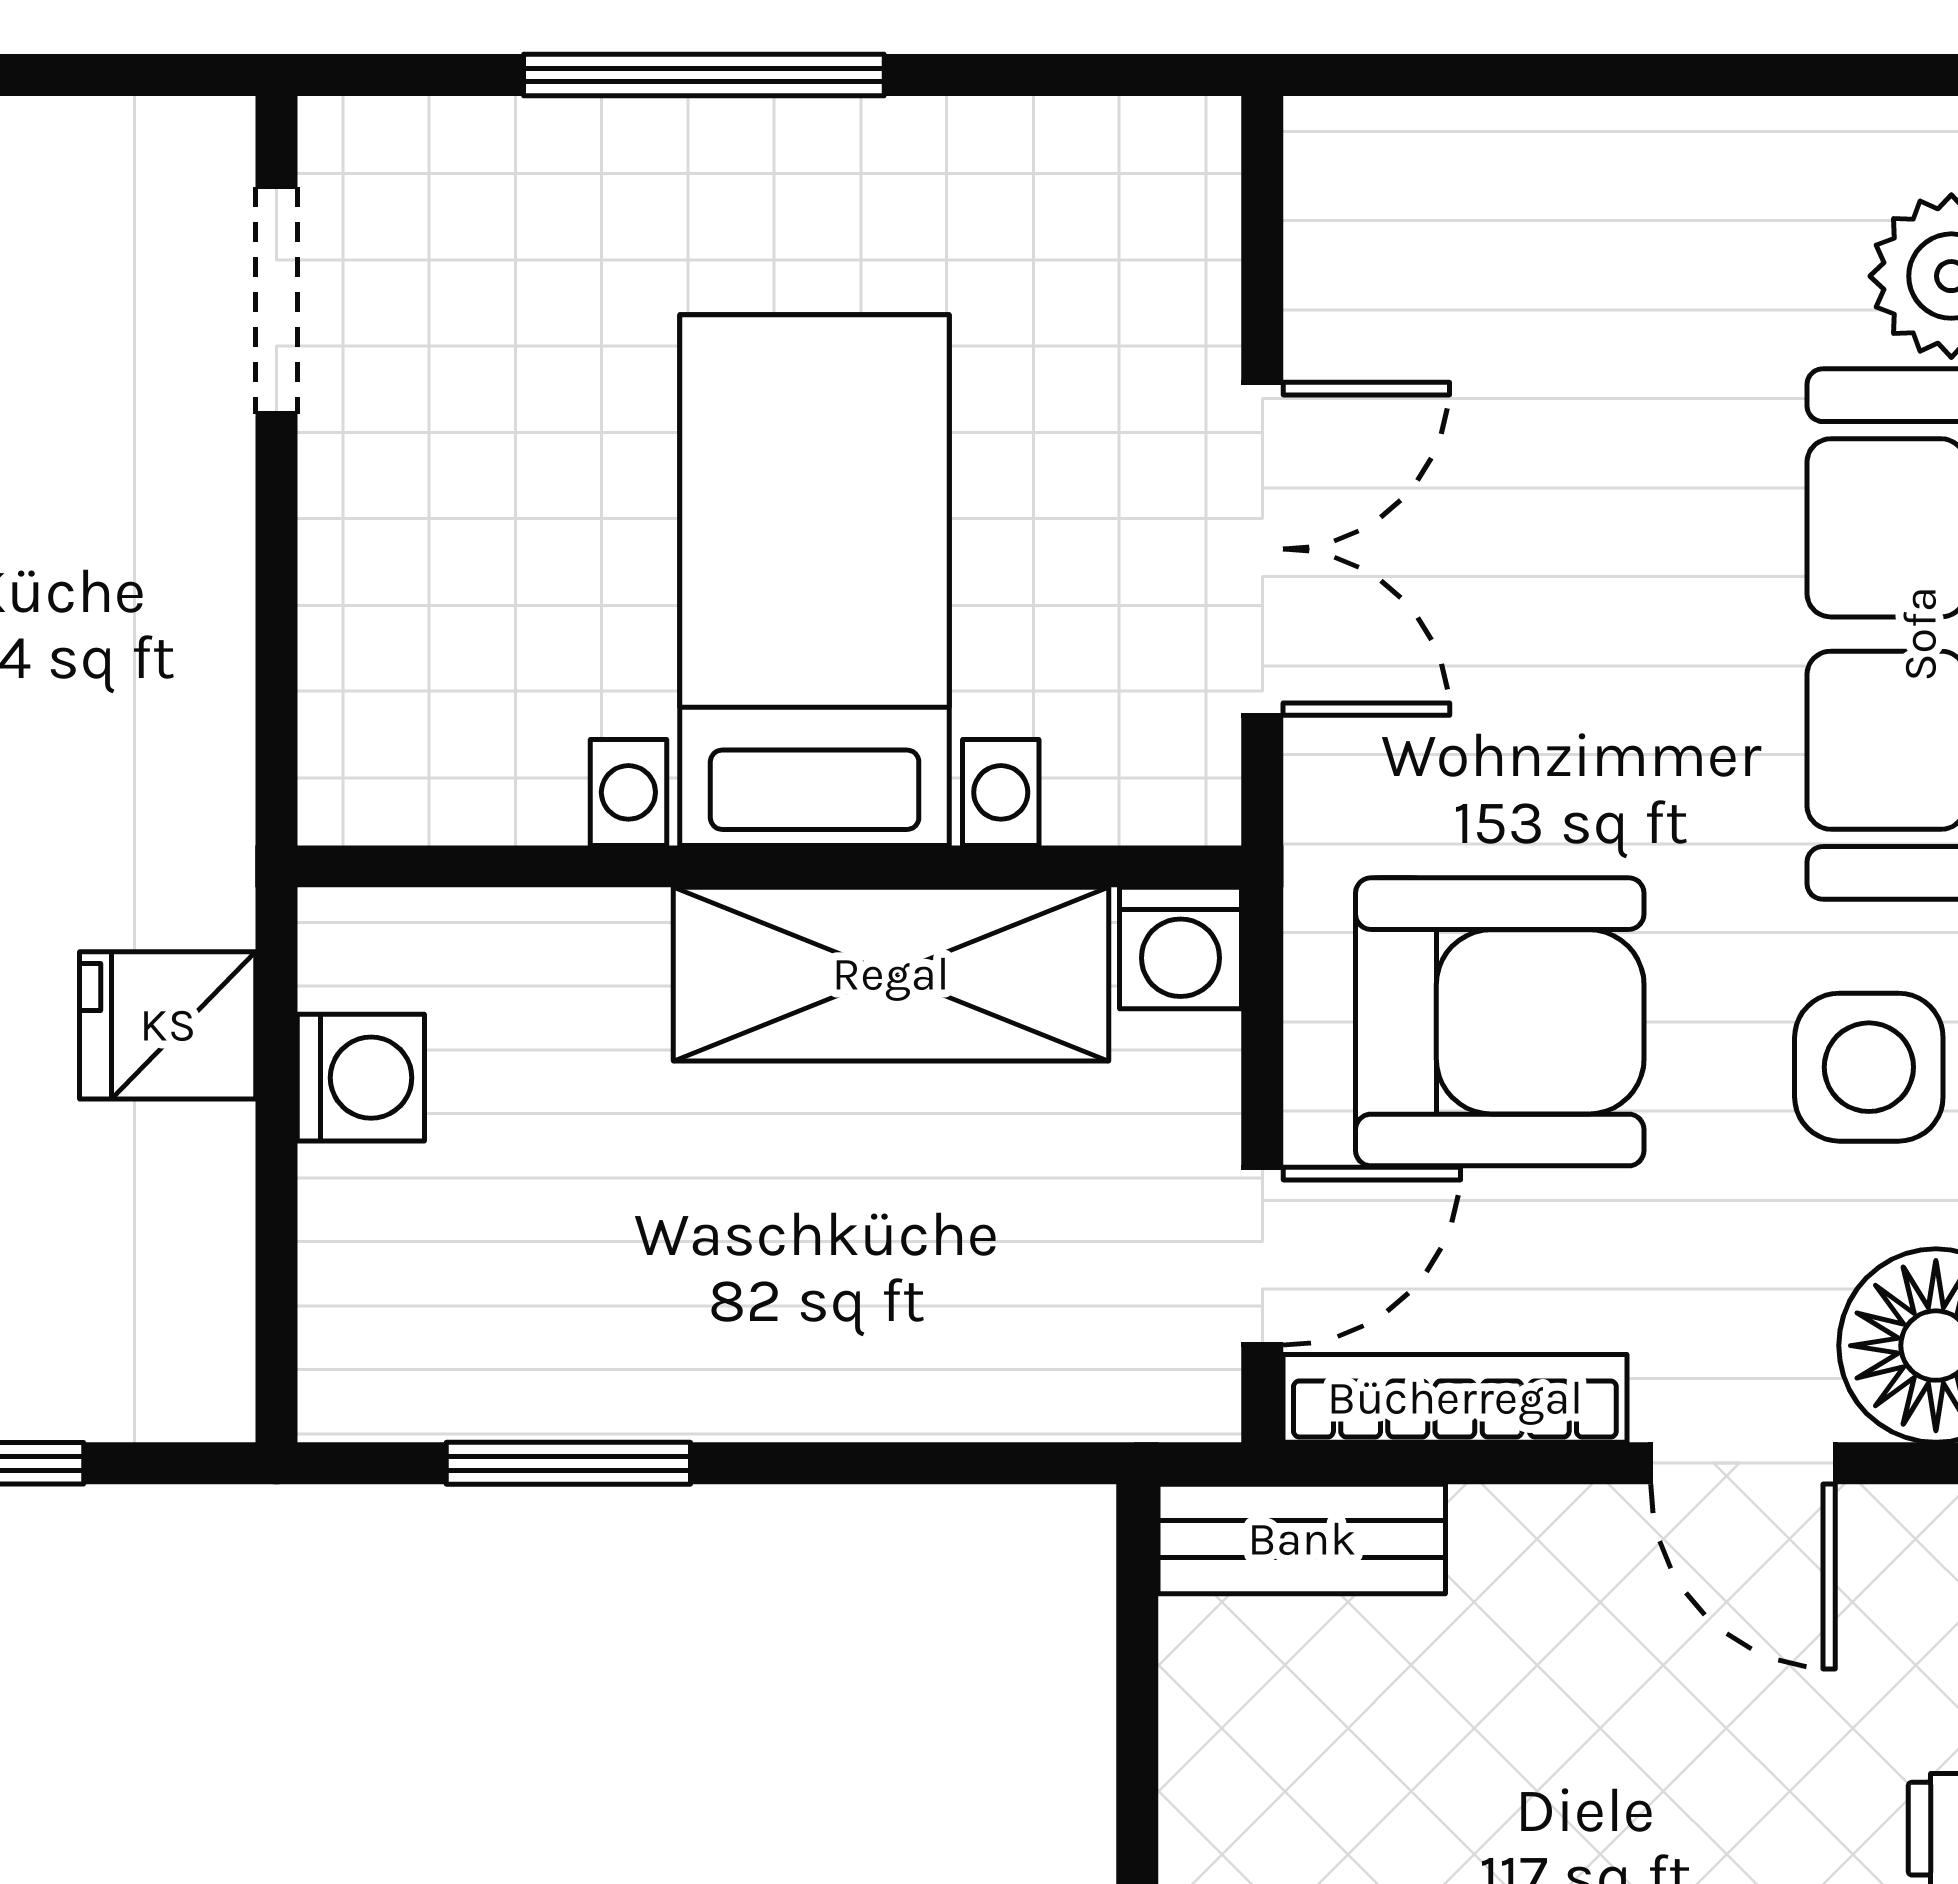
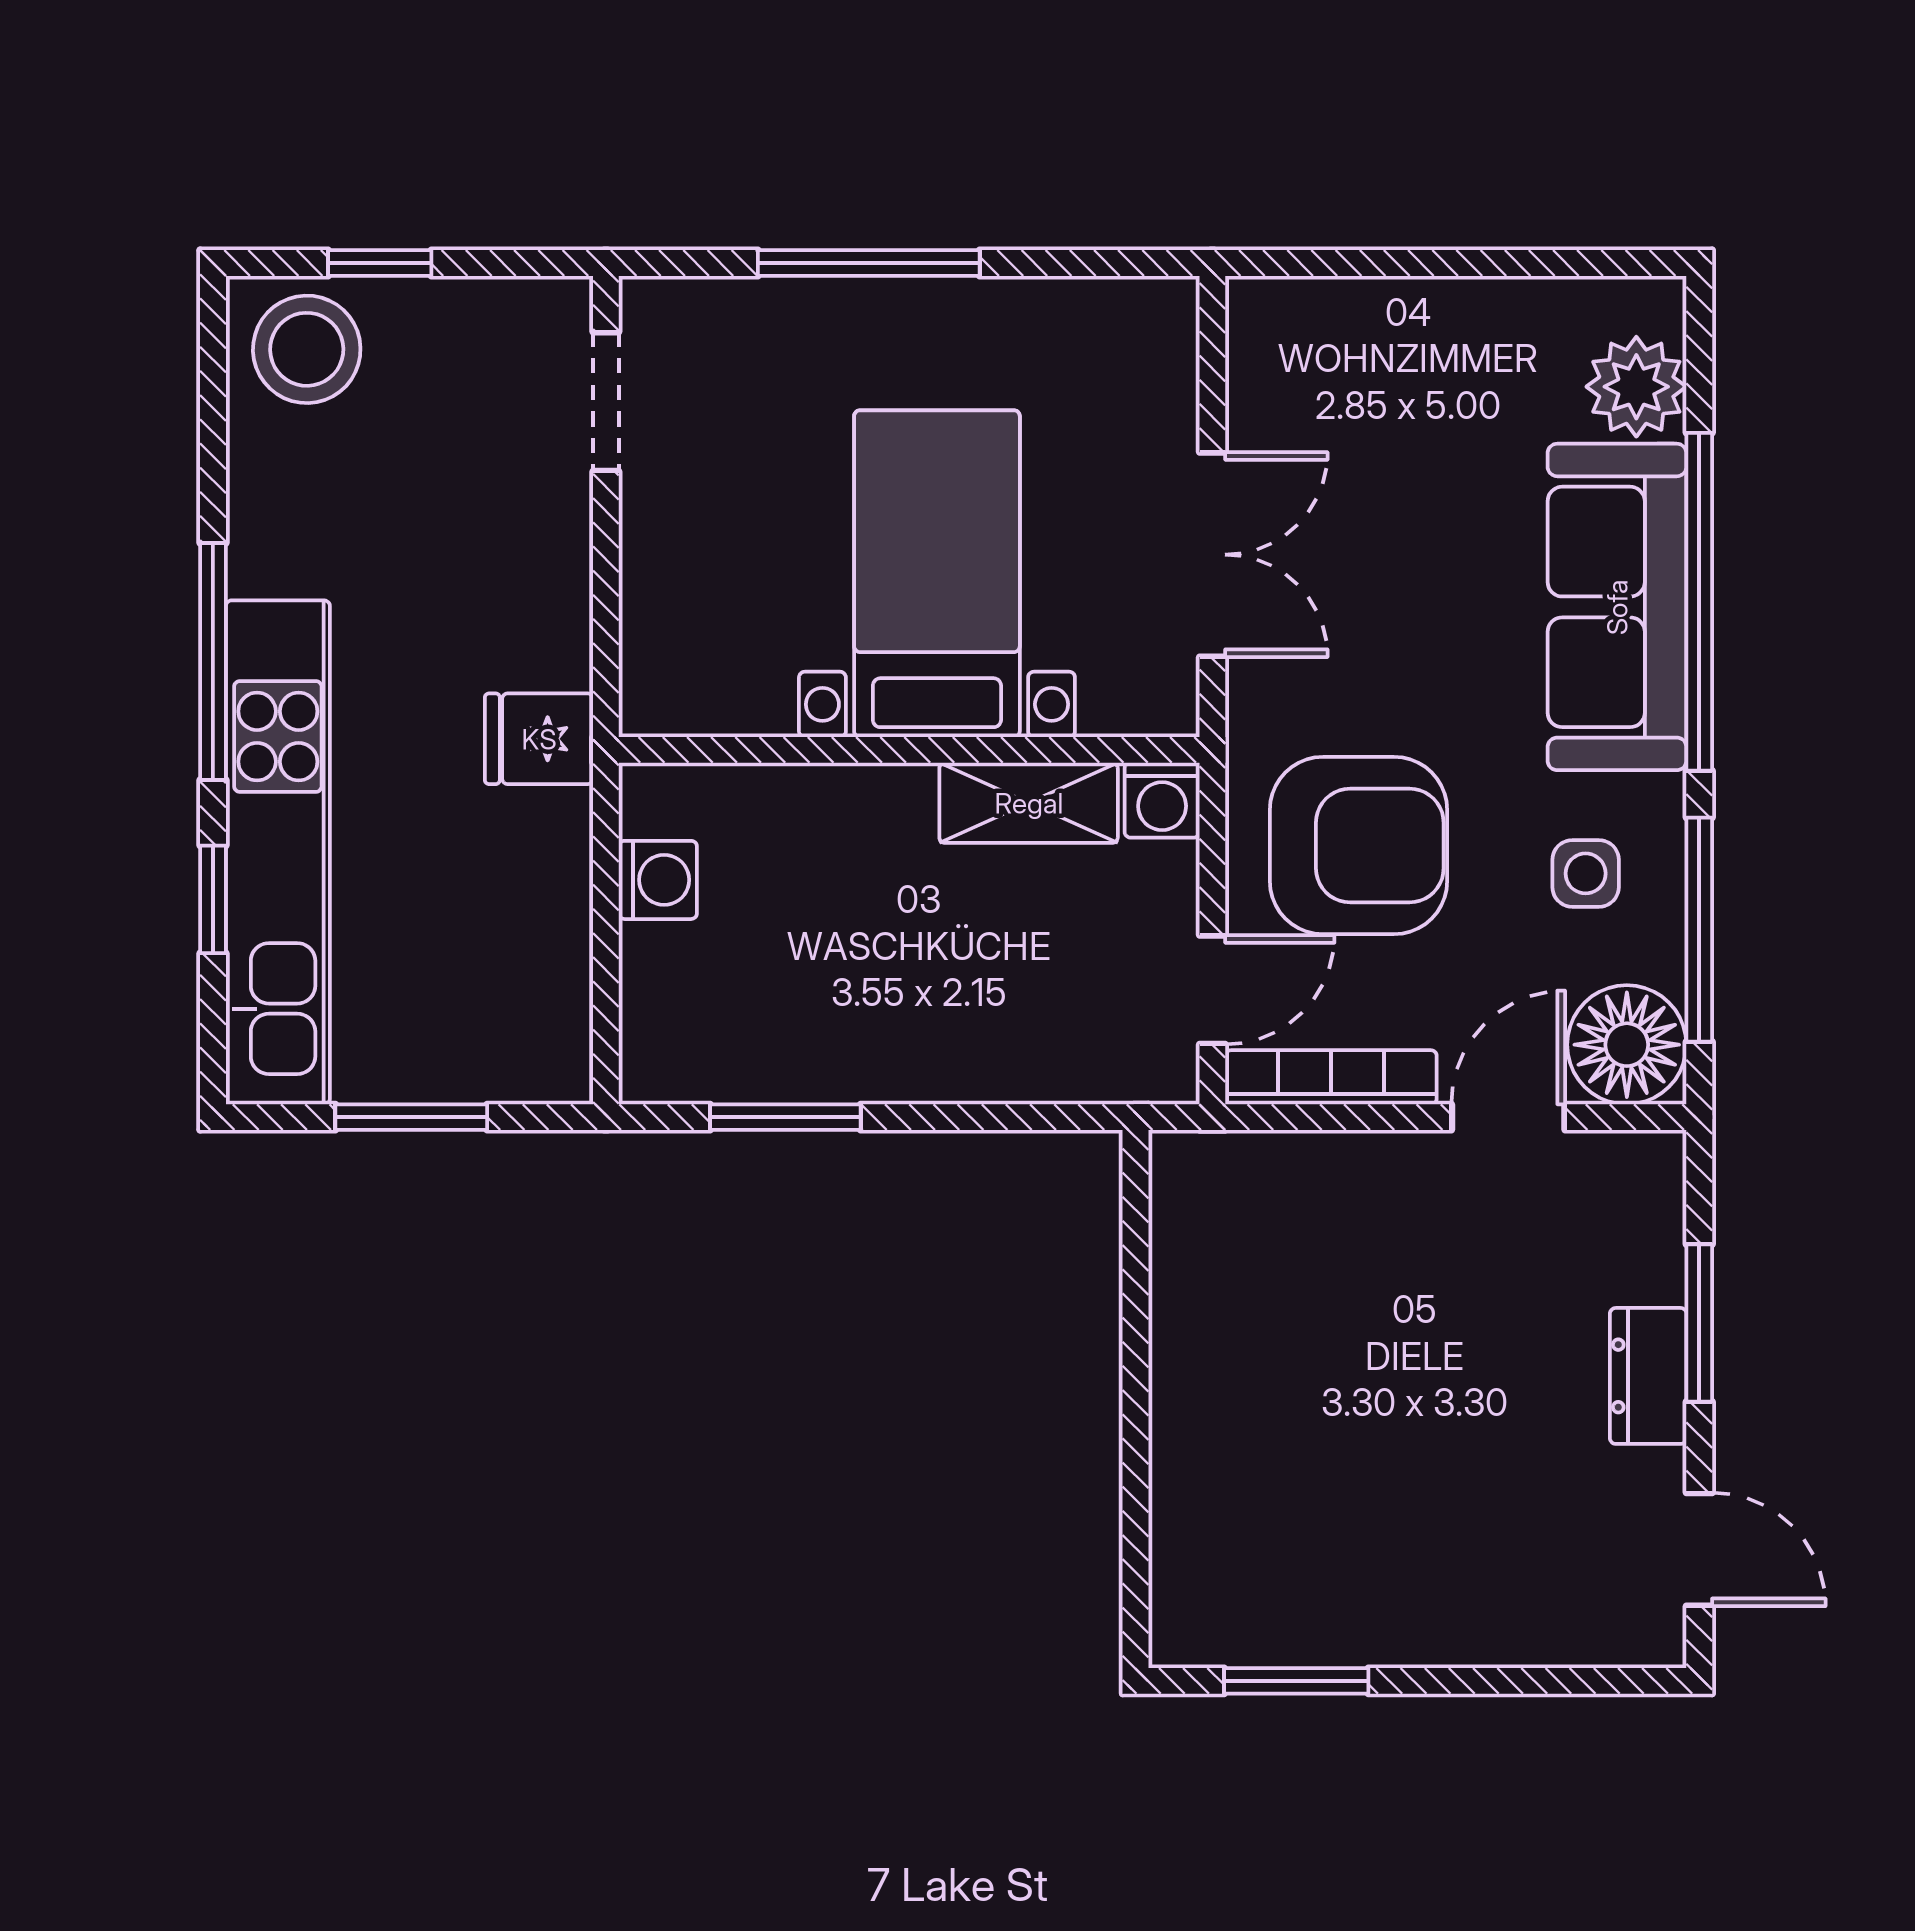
shelving: (891, 974) -> (1029, 803), width x0.67, depth x0.75
fridge: (168, 1025) -> (539, 739), moved
side table: (1869, 1067) -> (1586, 873), width x0.73, depth x0.73
door: (1743, 1463) -> (1508, 1117), swing flipped
bench: (1302, 1539) -> (1237, 1164), removed

